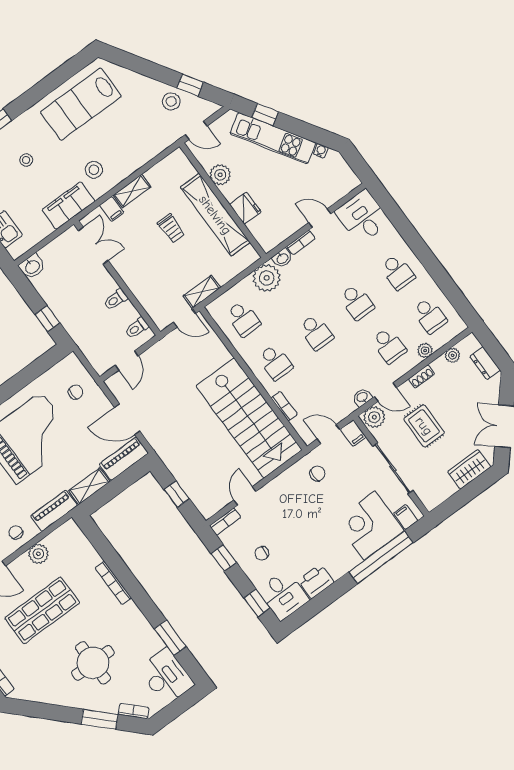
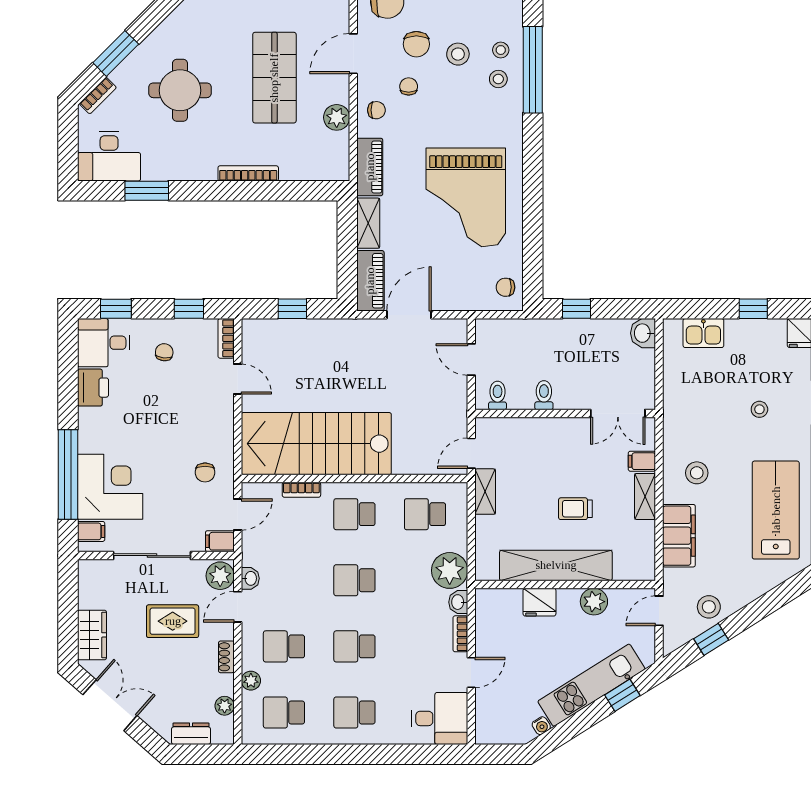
filing cabinet: (68, 206) -> (679, 536), moved
chair: (76, 392) -> (505, 287), moved, turned 91

